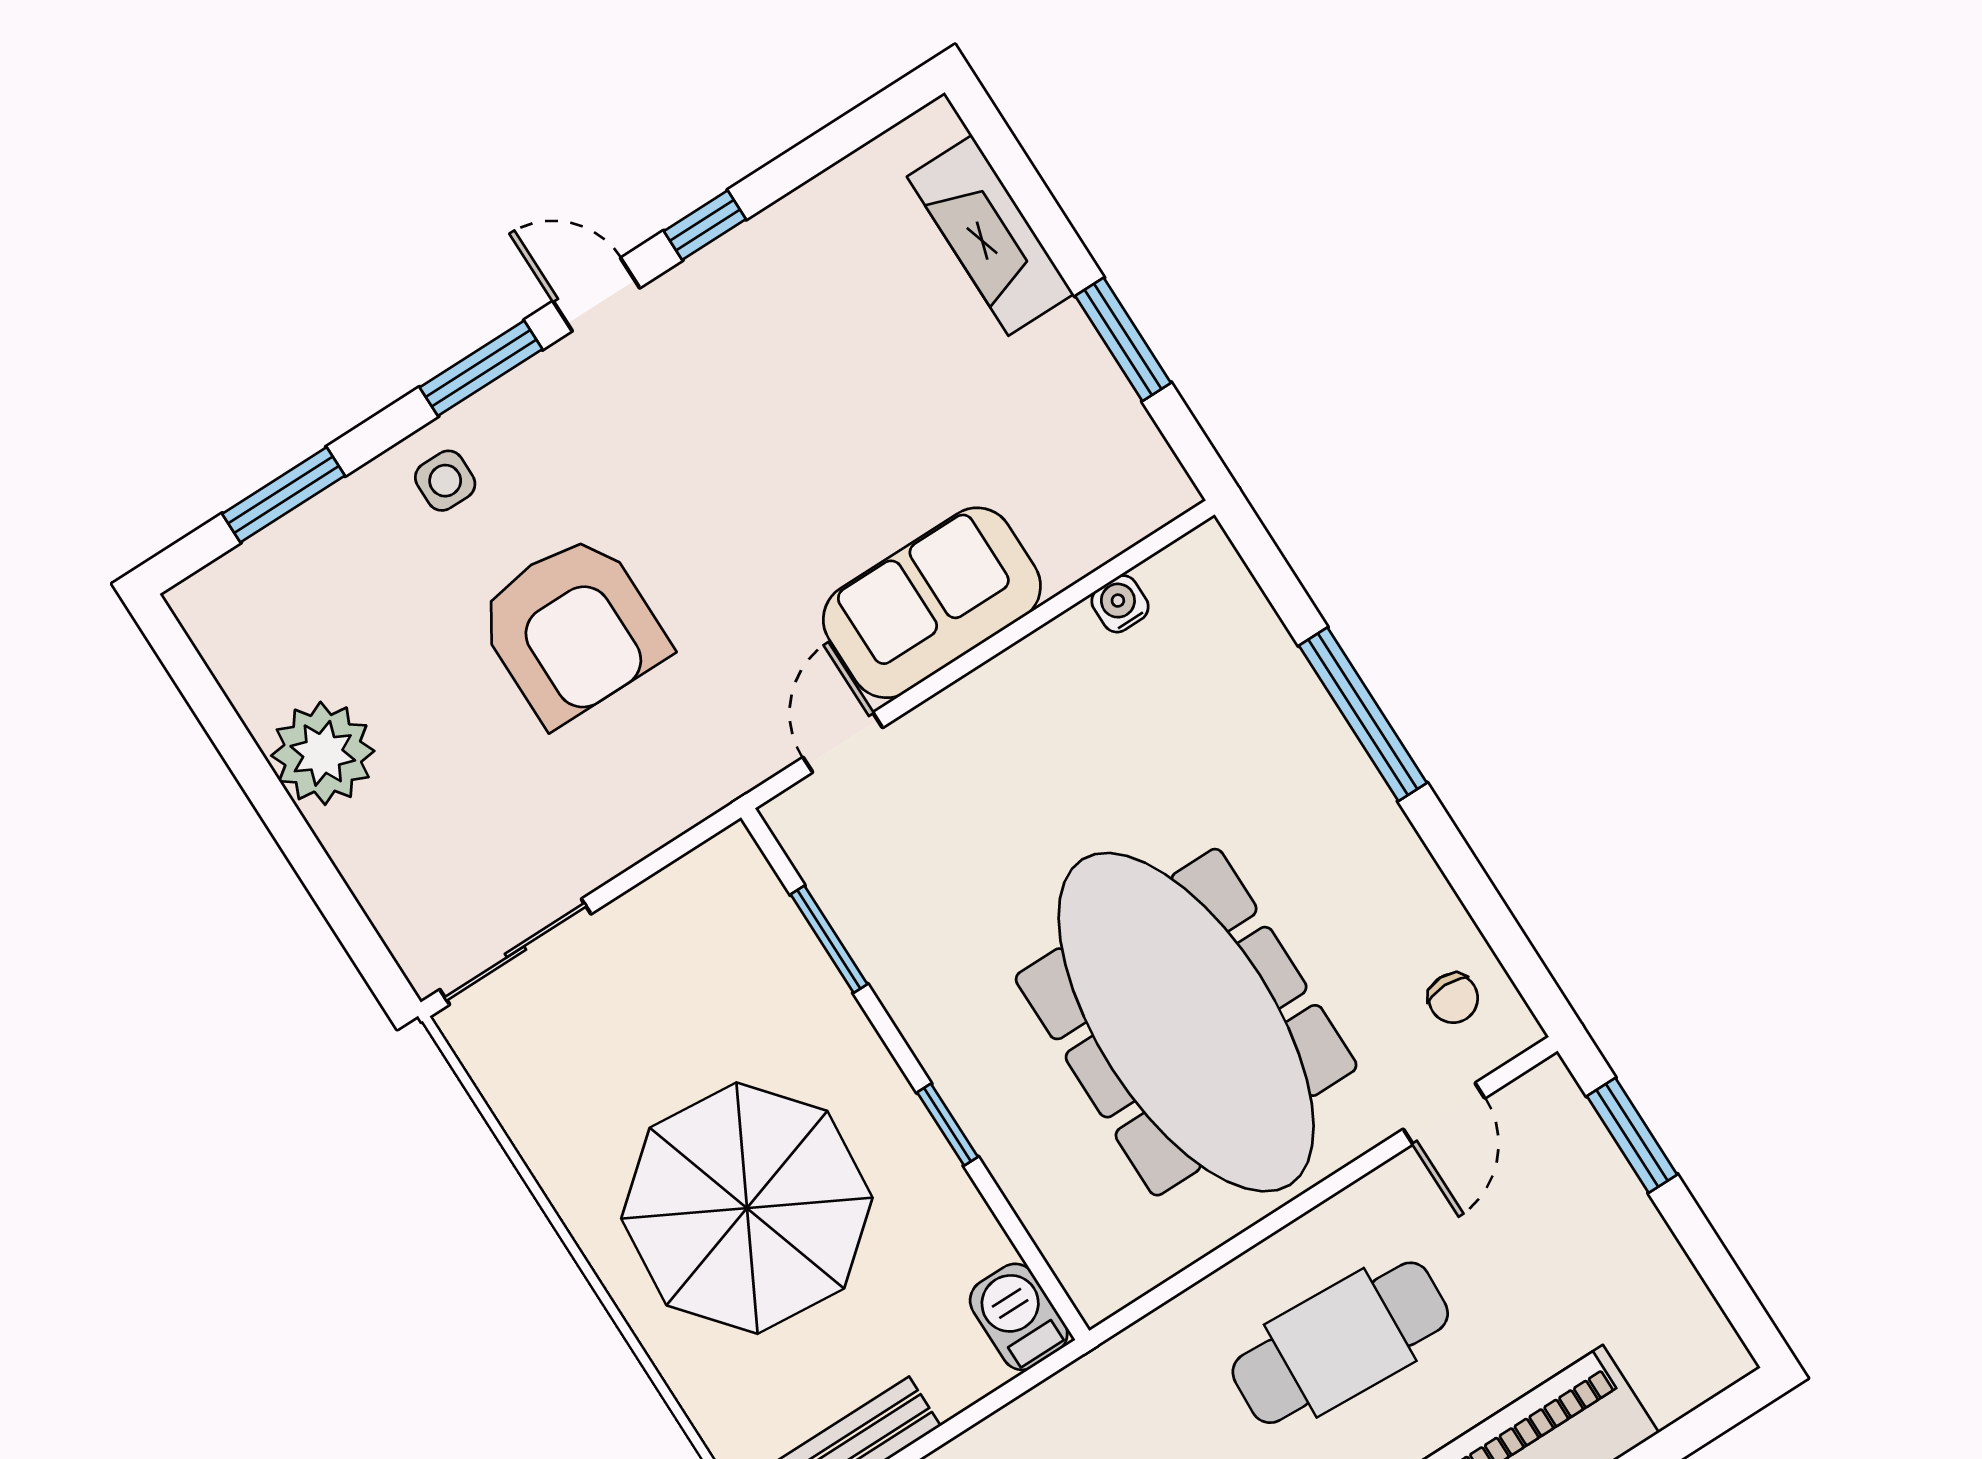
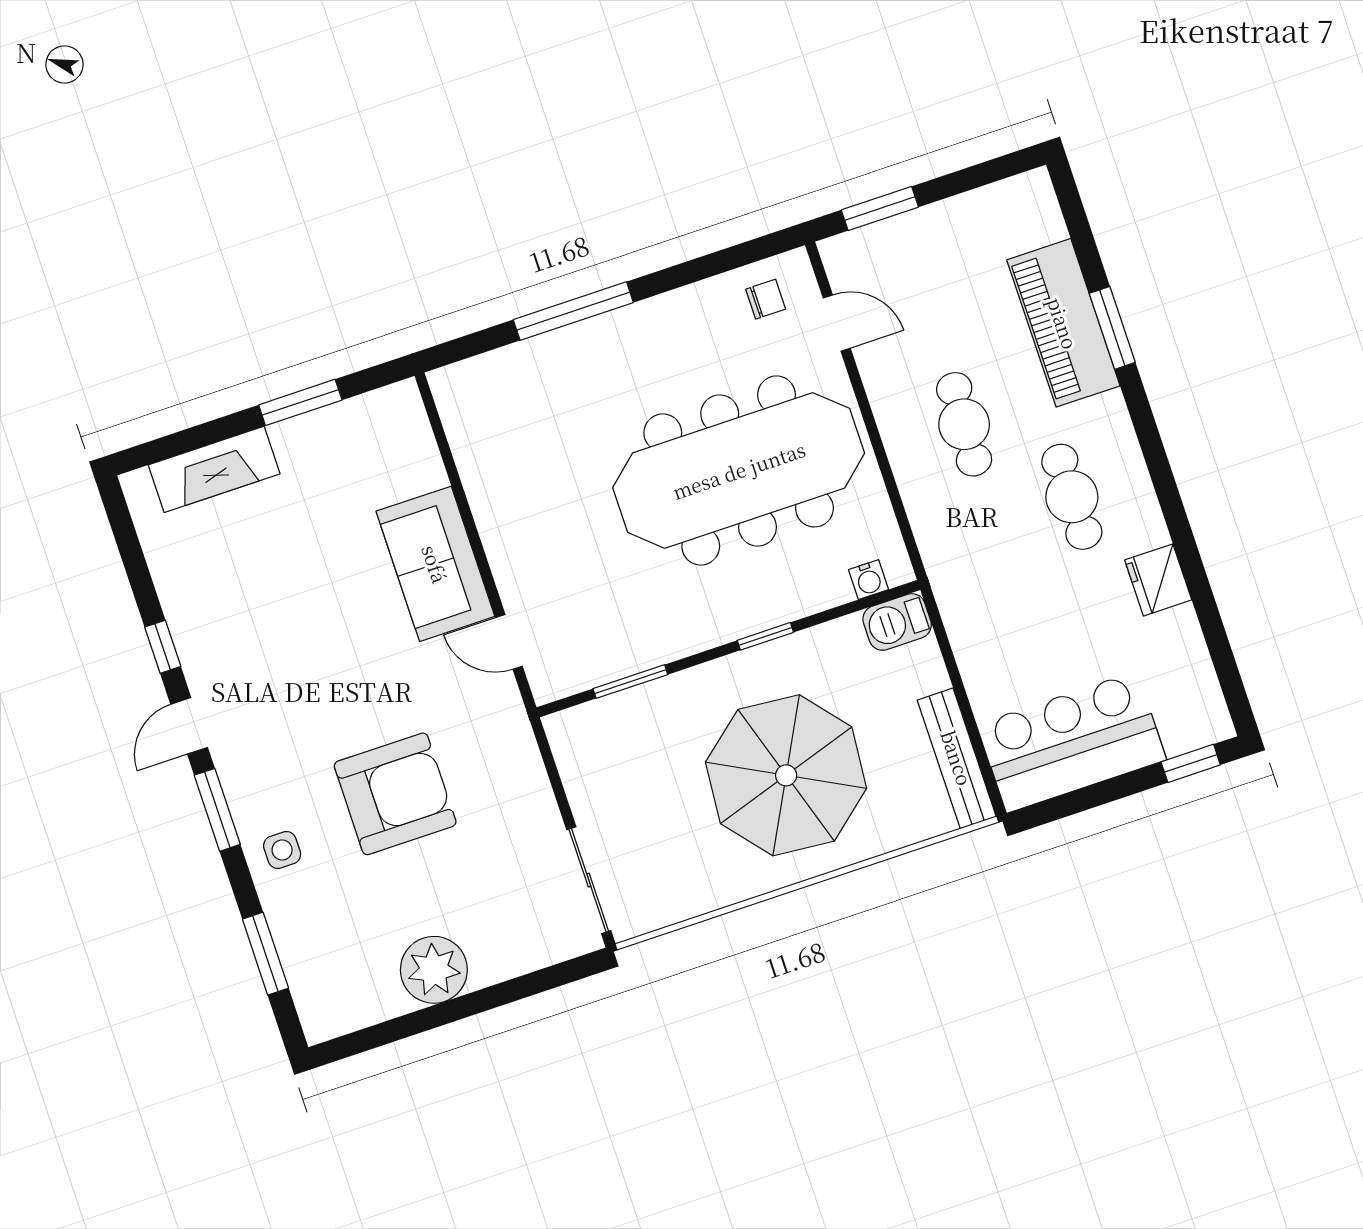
water cooler: (1120, 604) -> (868, 580), moved, turned -90
cafe table: (1340, 1343) -> (964, 424), width x0.73, depth x0.74

